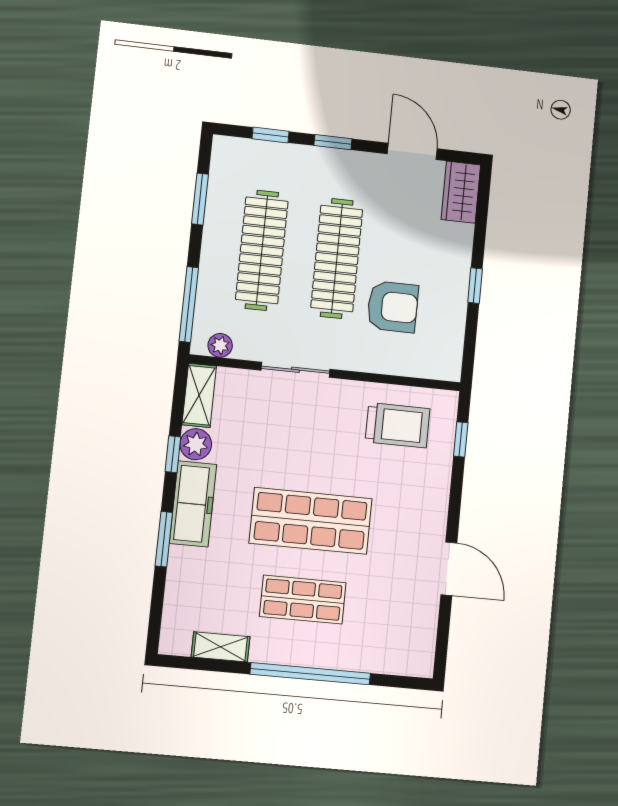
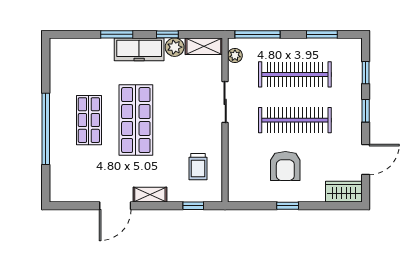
armchair: (393, 307) -> (285, 166), moved
trolley: (398, 425) -> (198, 167), width x0.73, depth x0.72
shelving: (221, 647) -> (150, 195), moved, turned 90

